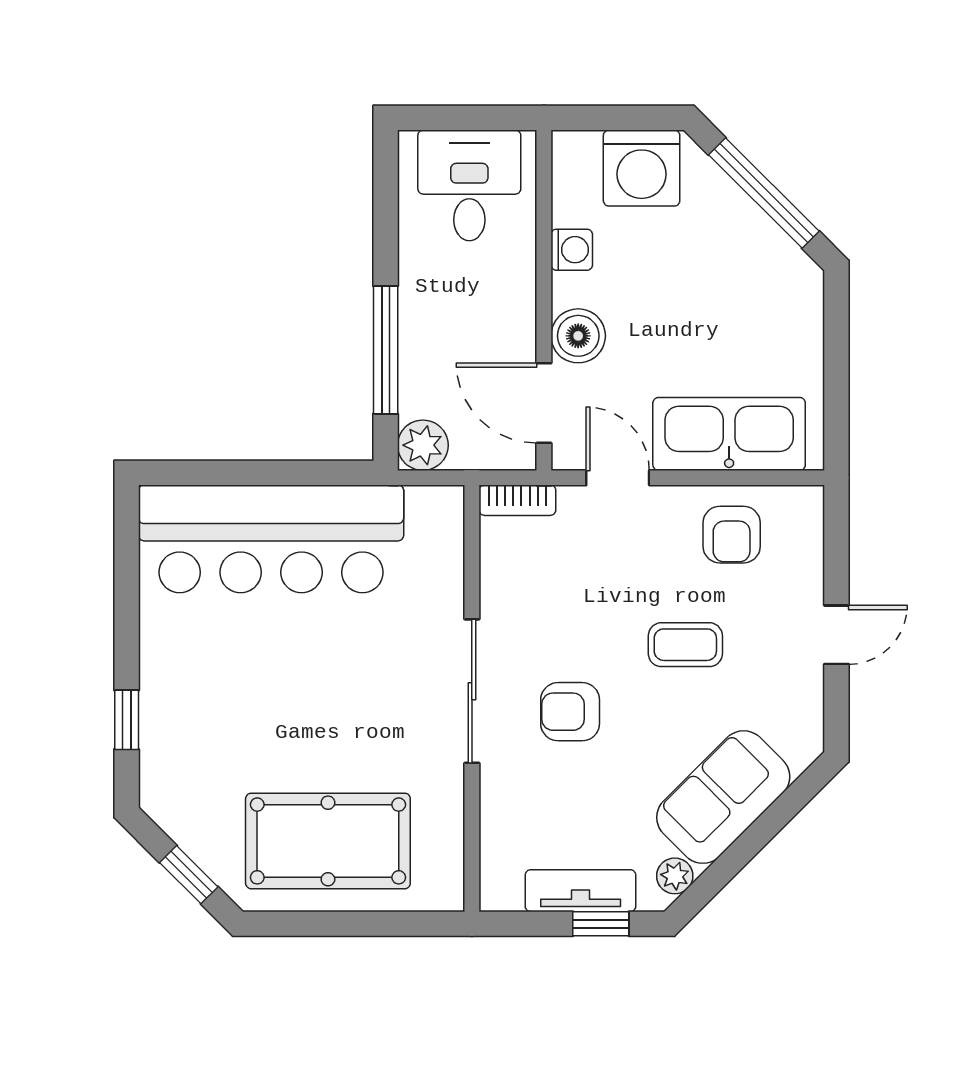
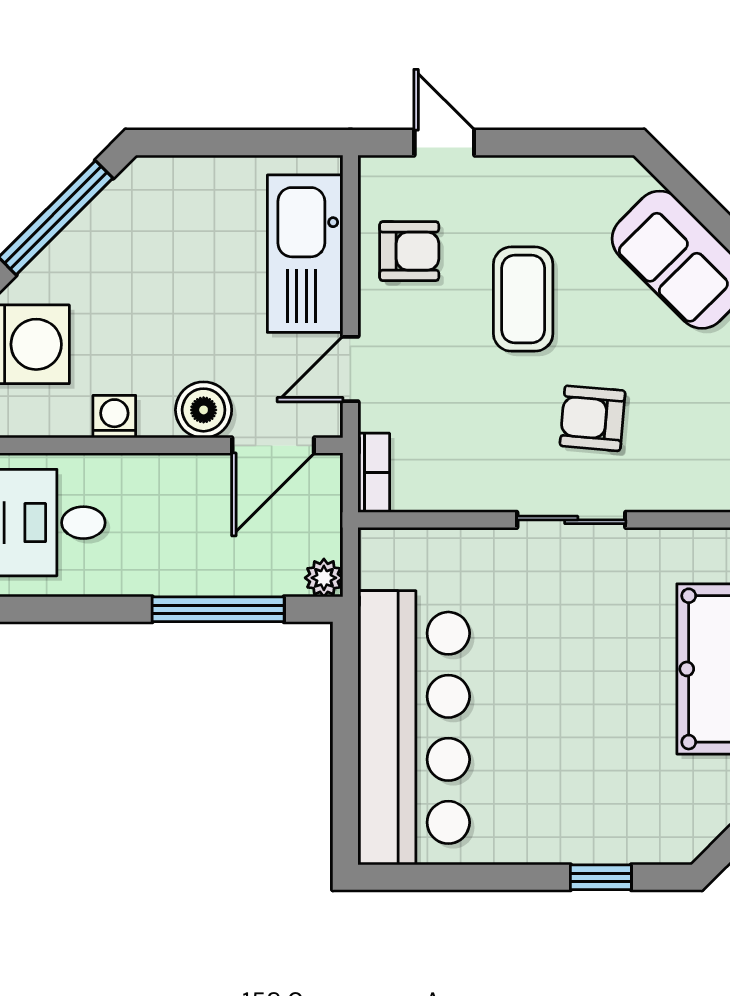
plant: (423, 445) -> (324, 578), width x0.73, depth x0.73
door: (836, 635) -> (444, 143), moved
coffee table: (685, 645) -> (523, 299), width x1.36, depth x1.30
sliding door: (472, 691) -> (571, 520), width x0.73
armchair: (570, 712) -> (593, 418), turned 95

